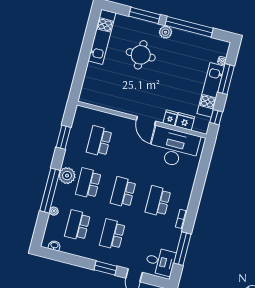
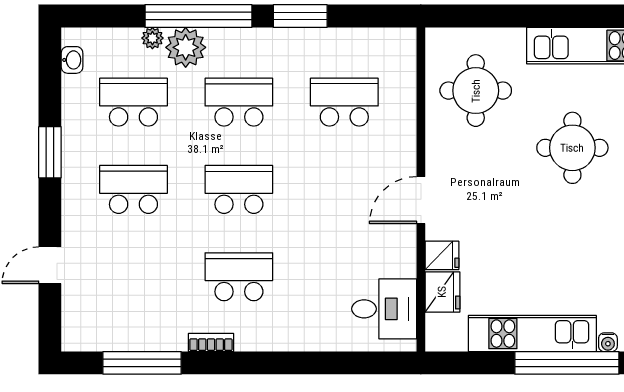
window: (226, 79) -> (567, 363), width x1.46
round table: (108, 88) -> (476, 91), added
window: (216, 117) -> (471, 363), removed
window: (63, 137) -> (300, 16), moved
desk: (174, 148) -> (384, 309), width x0.53, depth x0.77
plant: (67, 176) -> (186, 47), moved
desk: (160, 262) -> (98, 319), removed
window: (105, 268) -> (50, 152), moved

